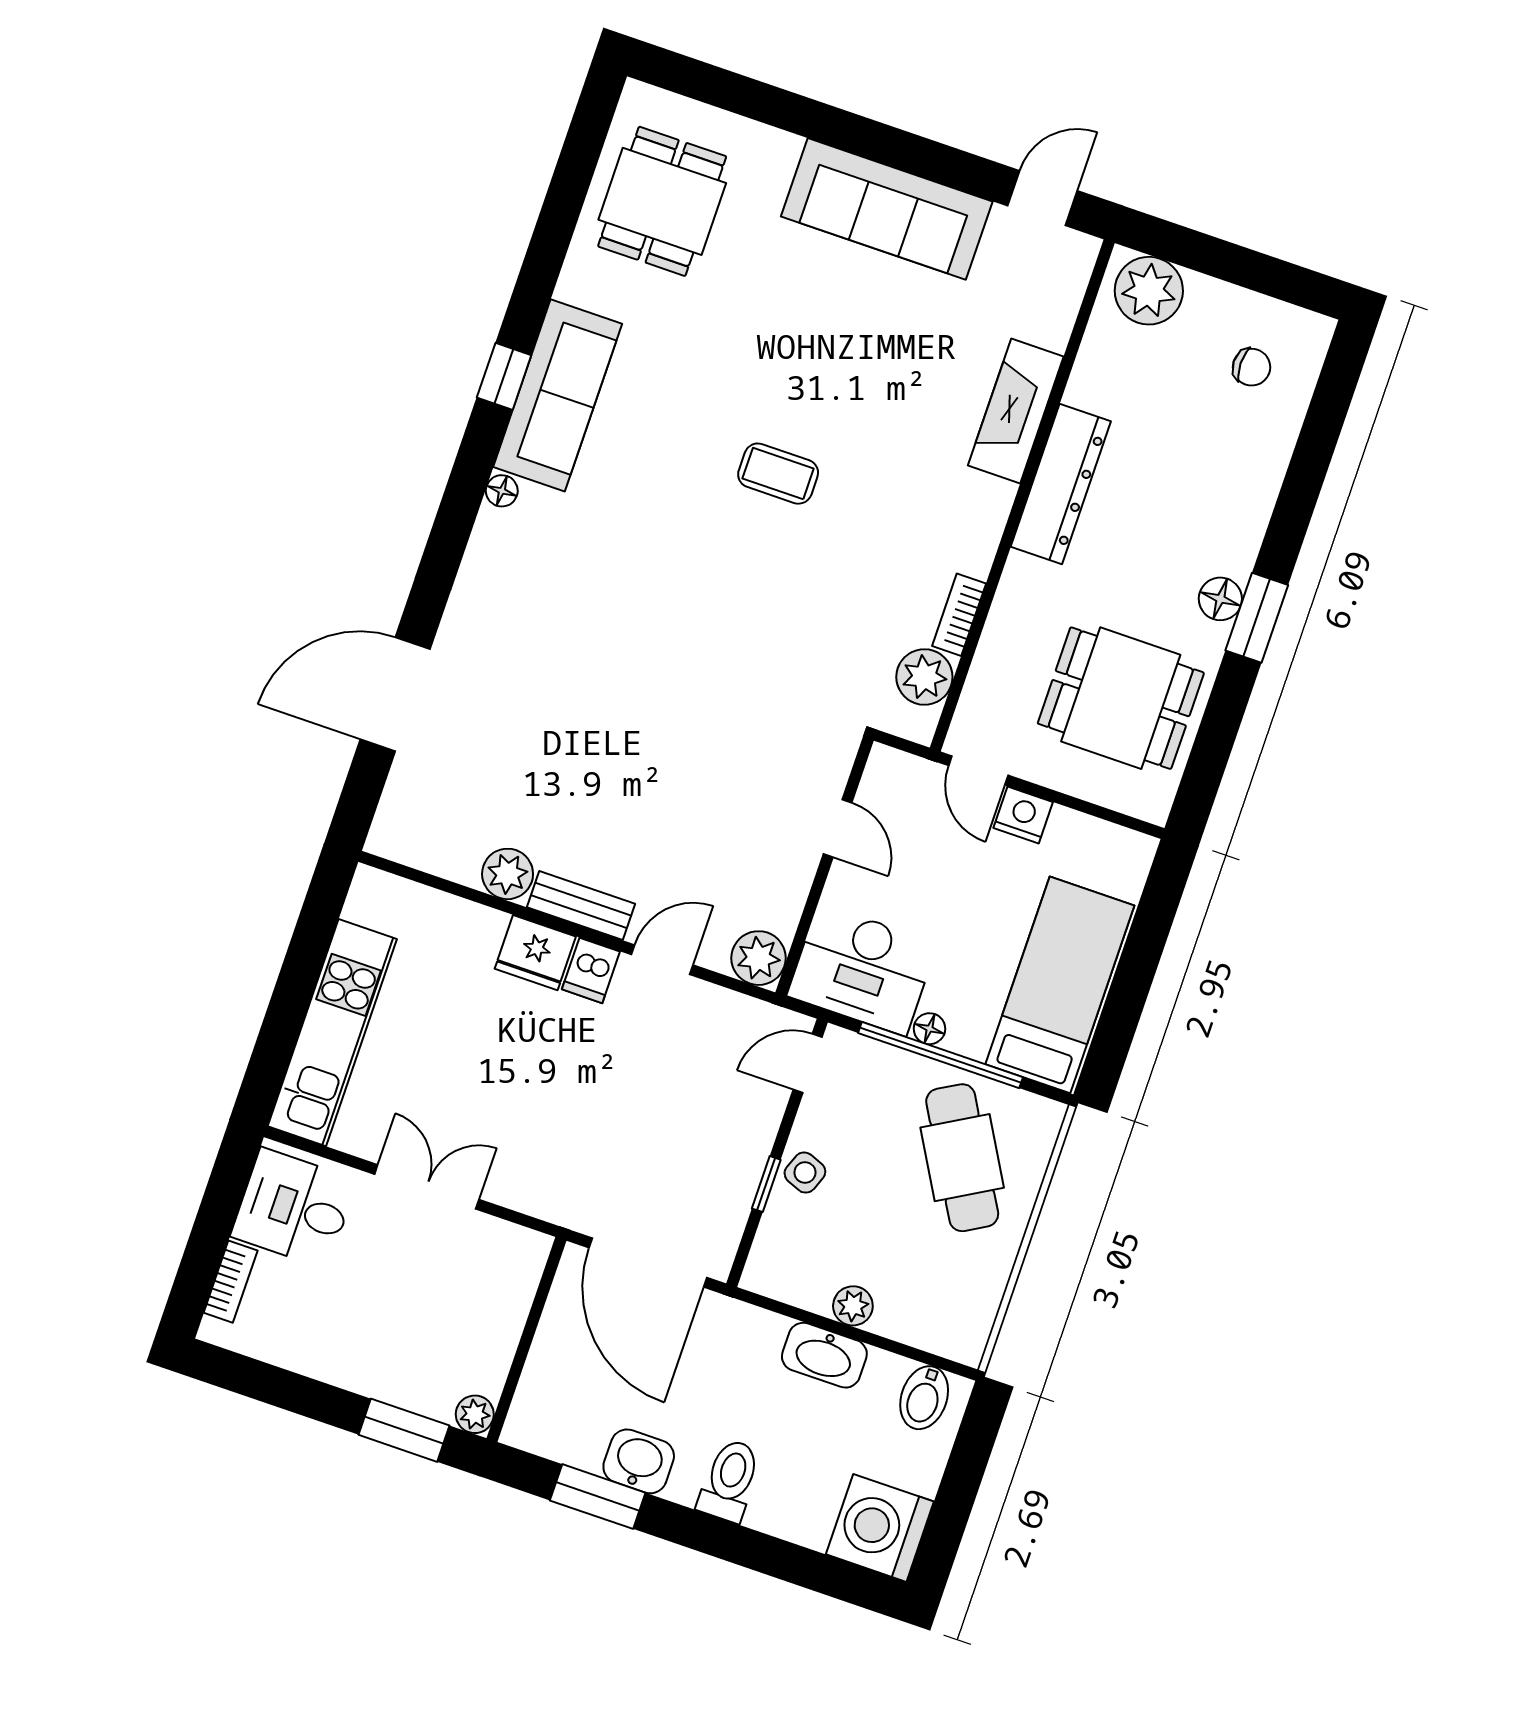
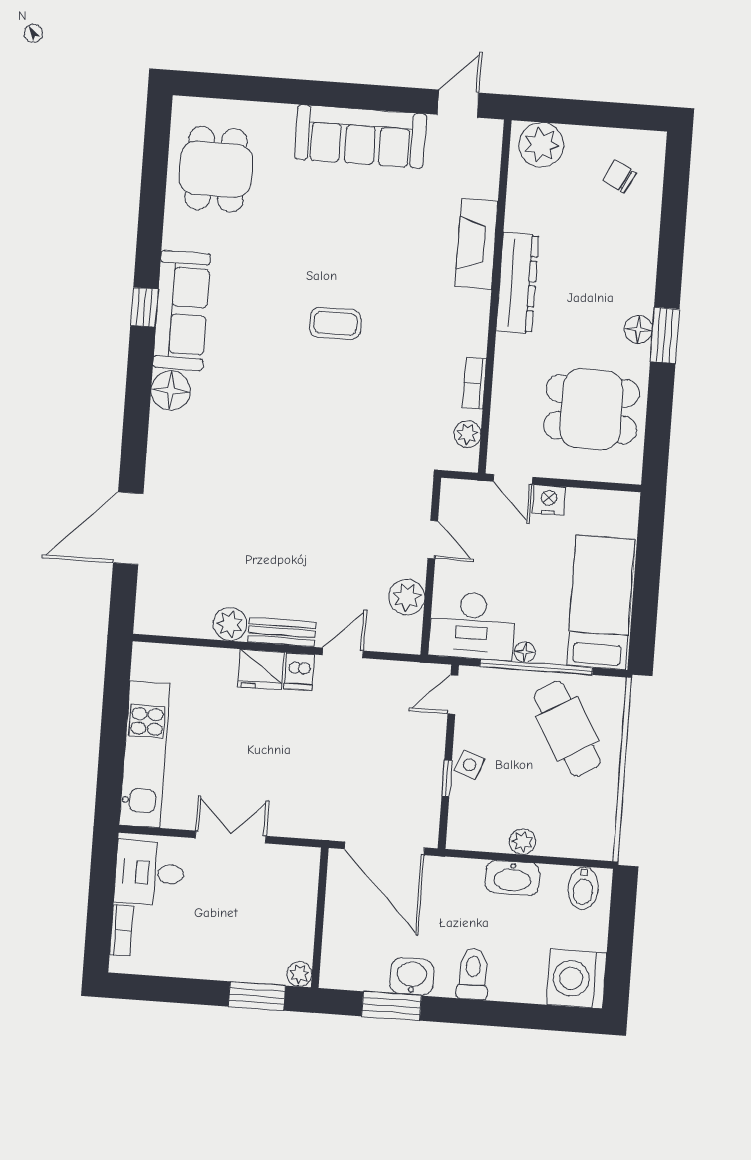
chair: (1252, 367) -> (619, 176), turned -153
floor lamp: (502, 491) -> (171, 391), width x1.89, depth x1.89
plant: (924, 677) -> (467, 434), width x0.73, depth x0.73
plant: (759, 958) -> (407, 597), moved

